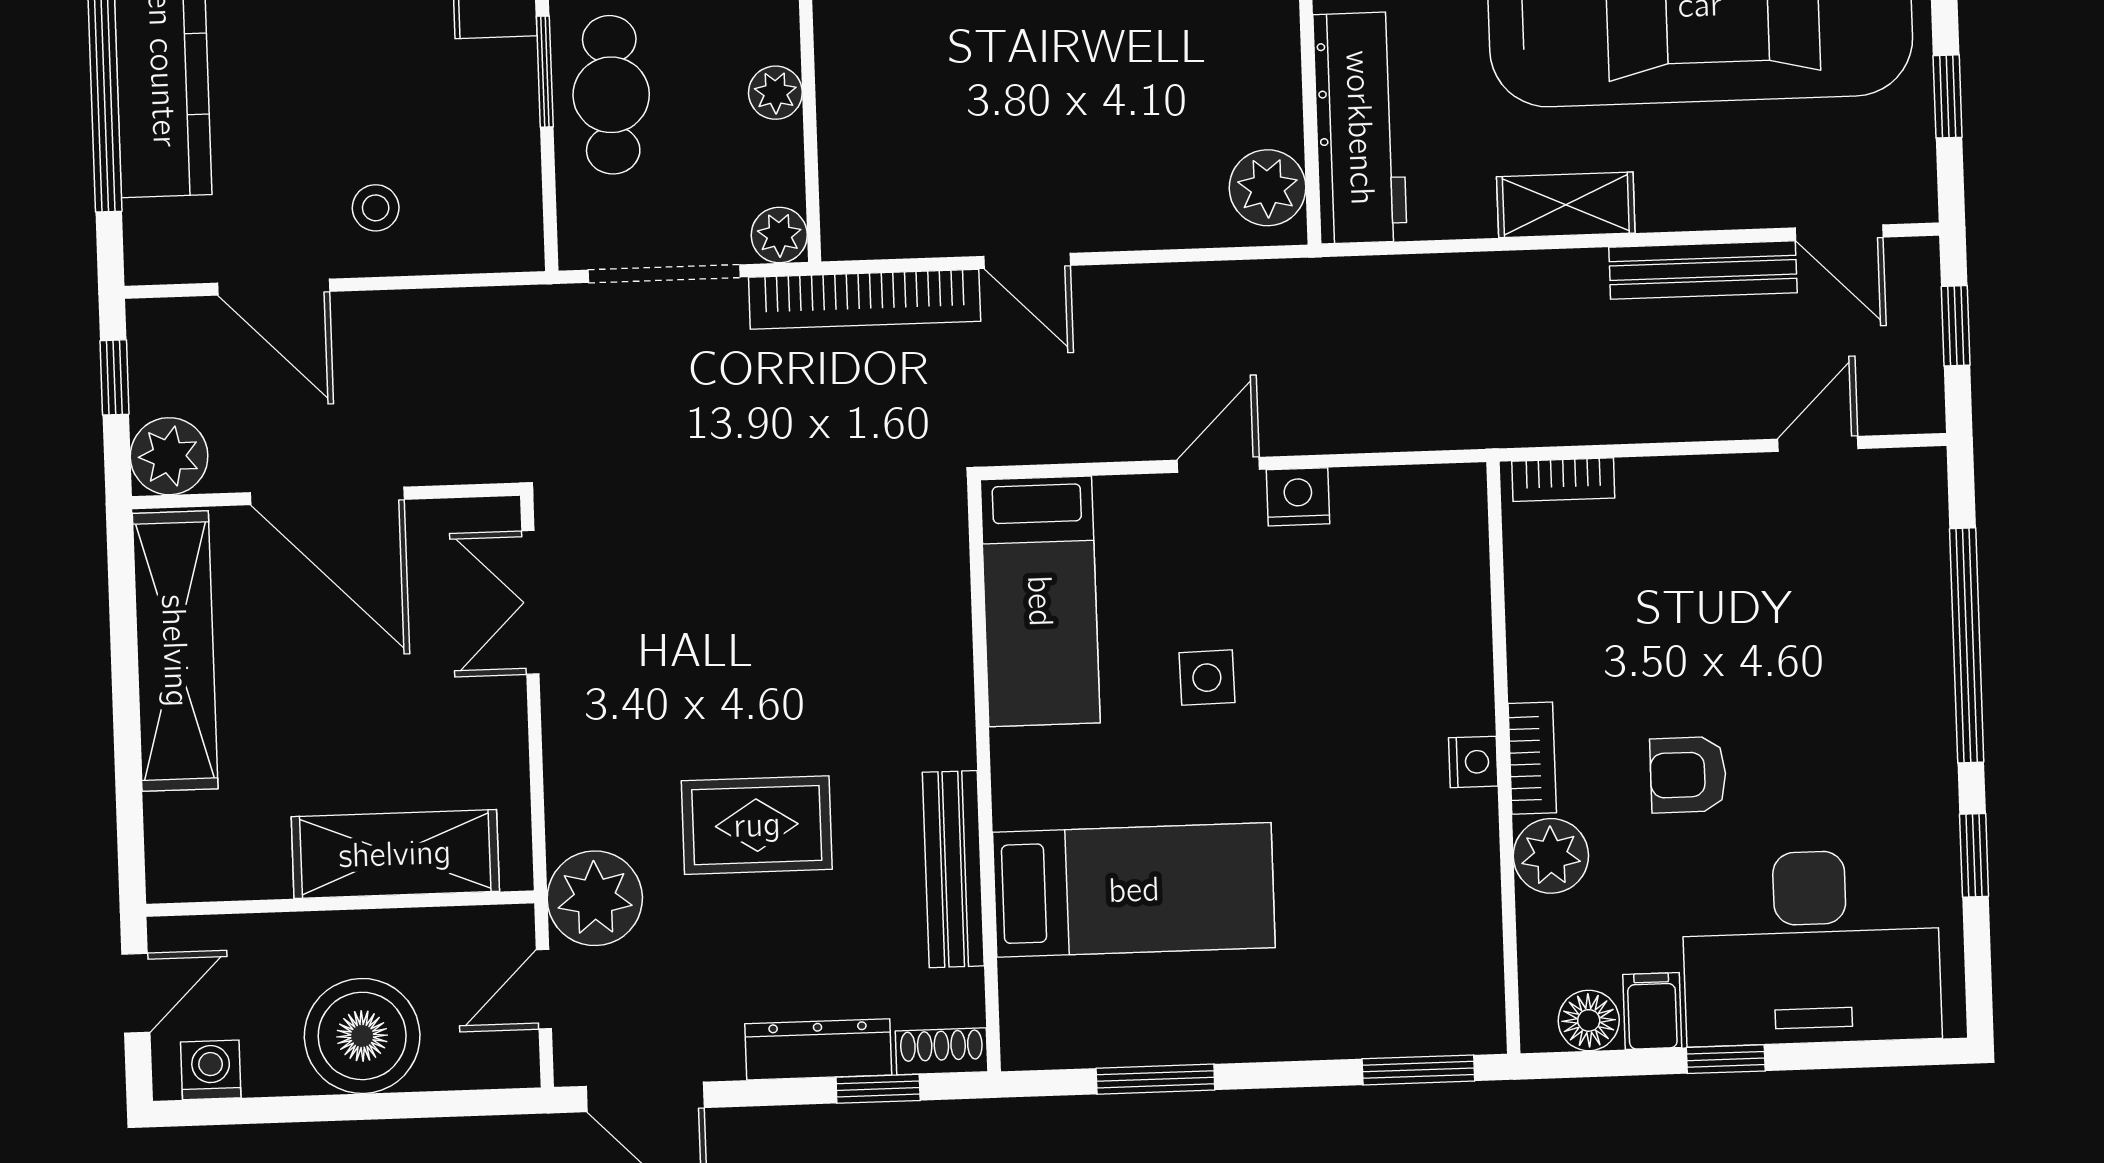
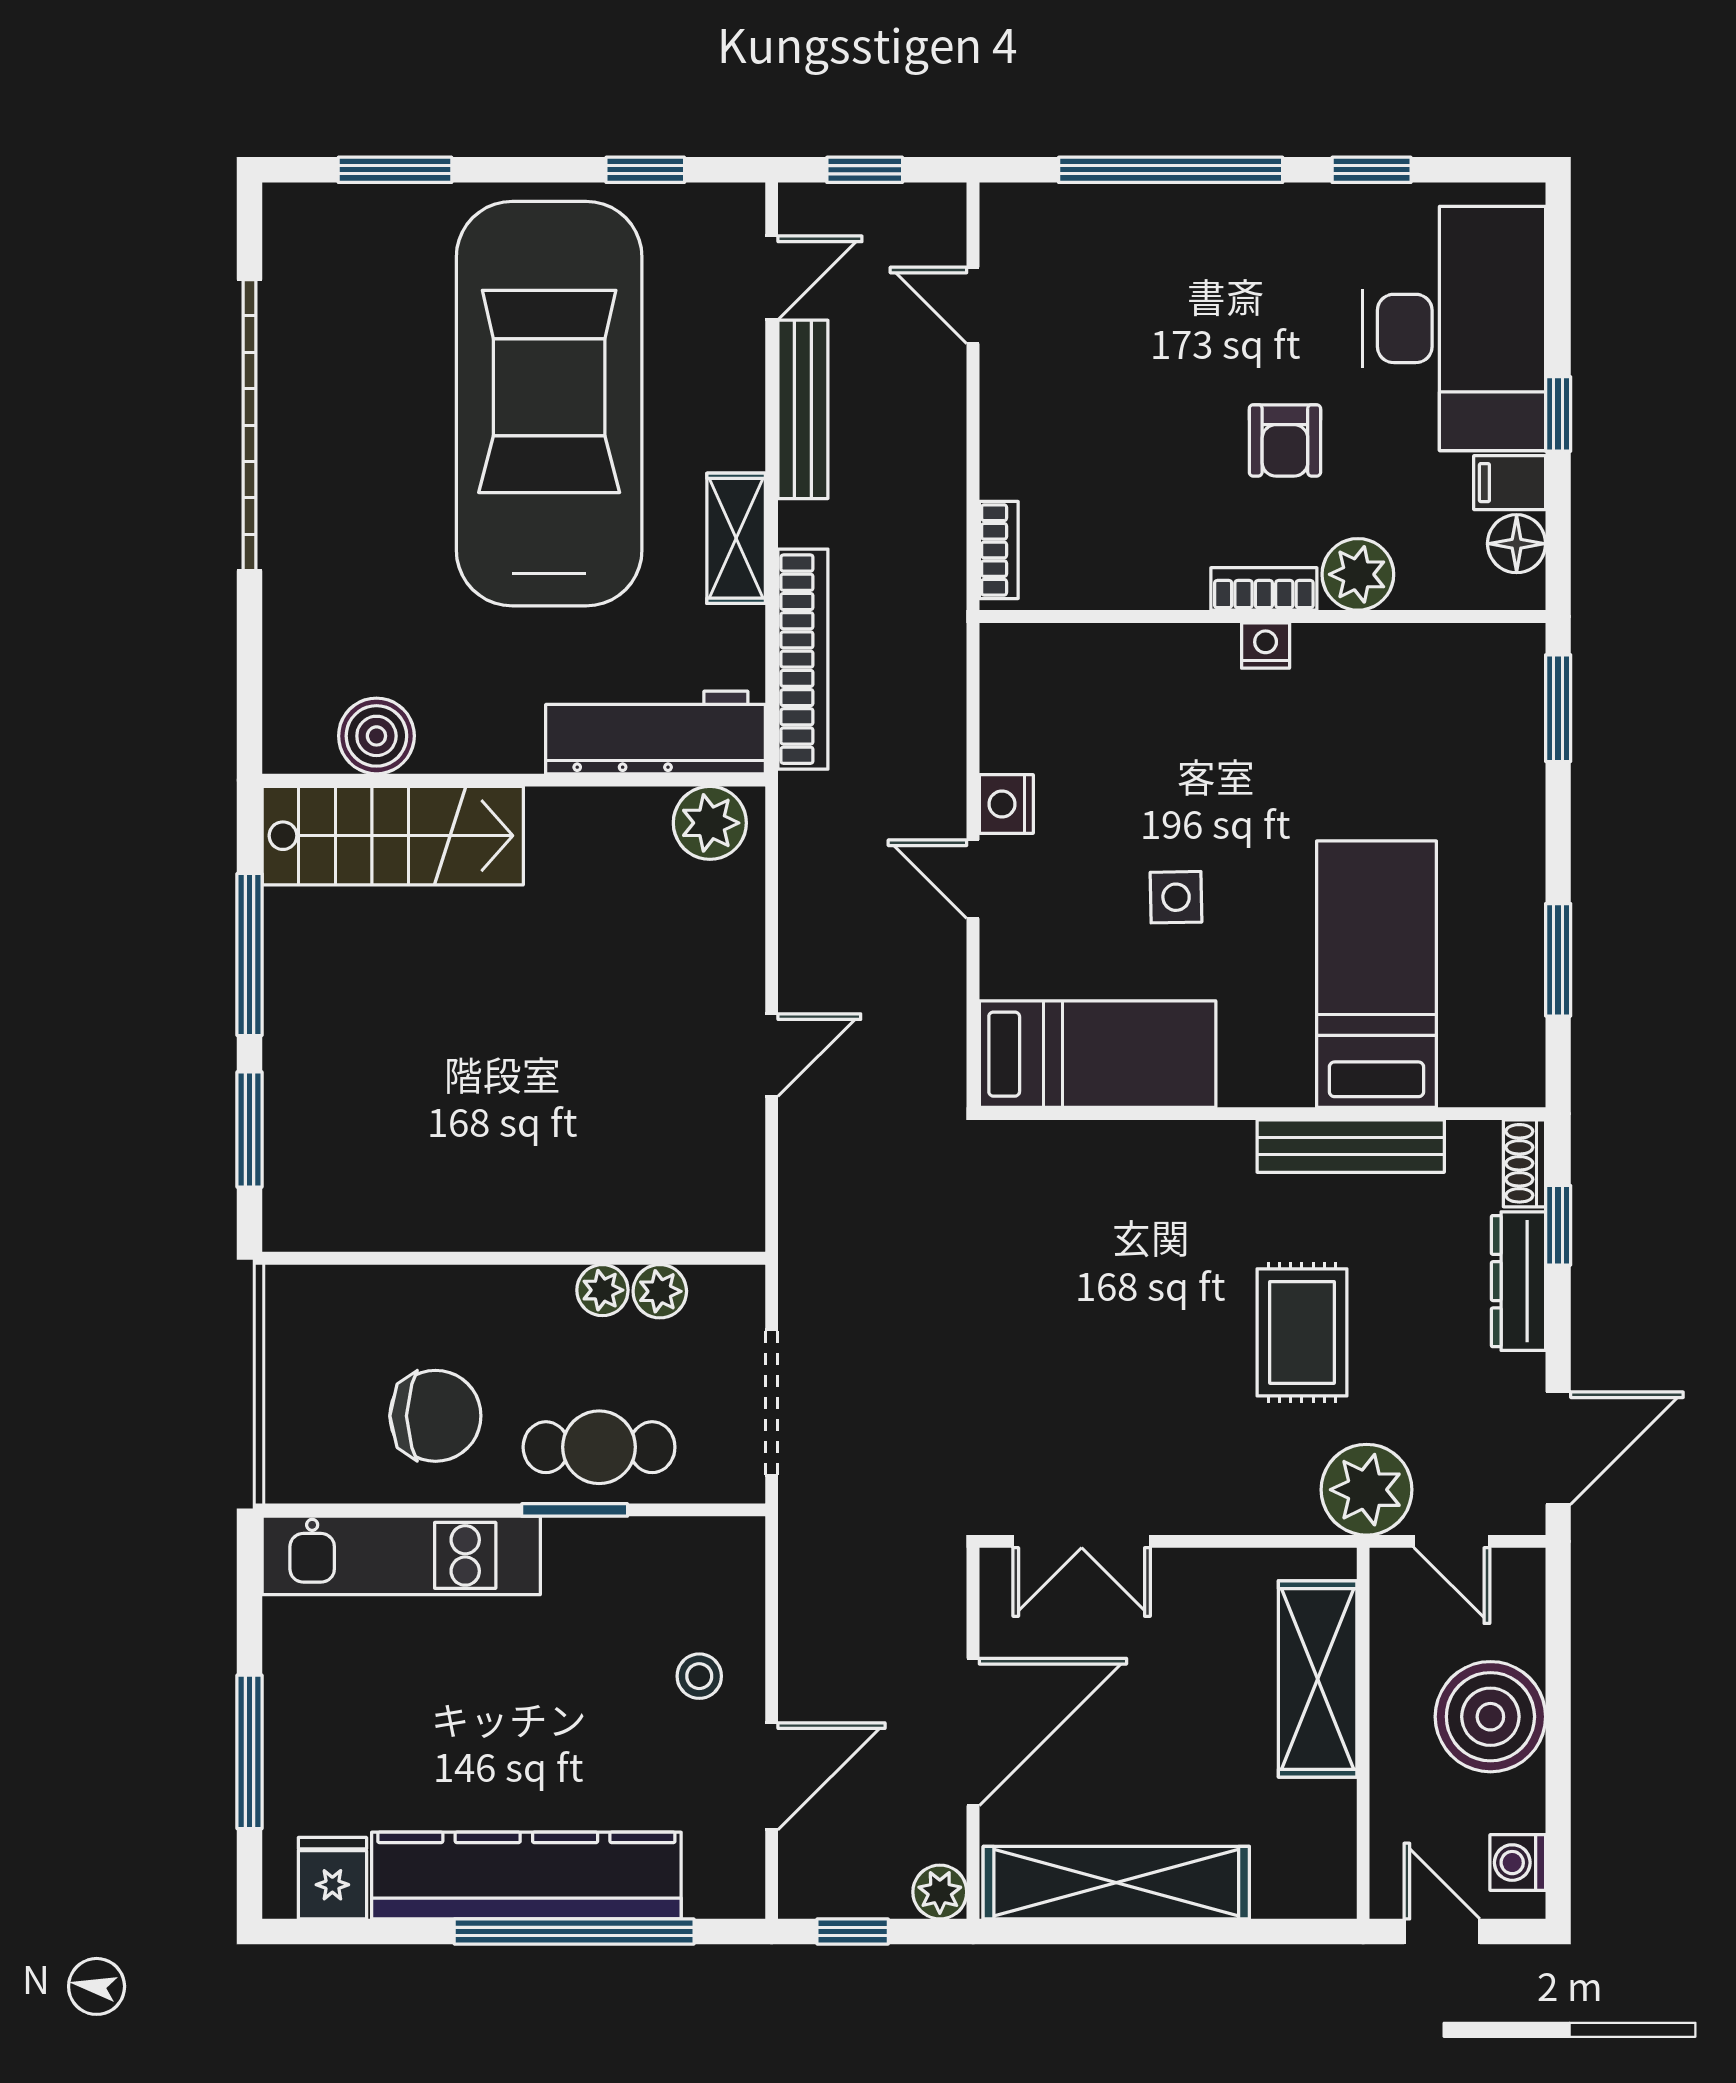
plant: (779, 235) -> (660, 1291), moved
bookcase: (865, 299) -> (803, 659), moved
plant: (169, 456) -> (940, 1892), width x0.73, depth x0.73

